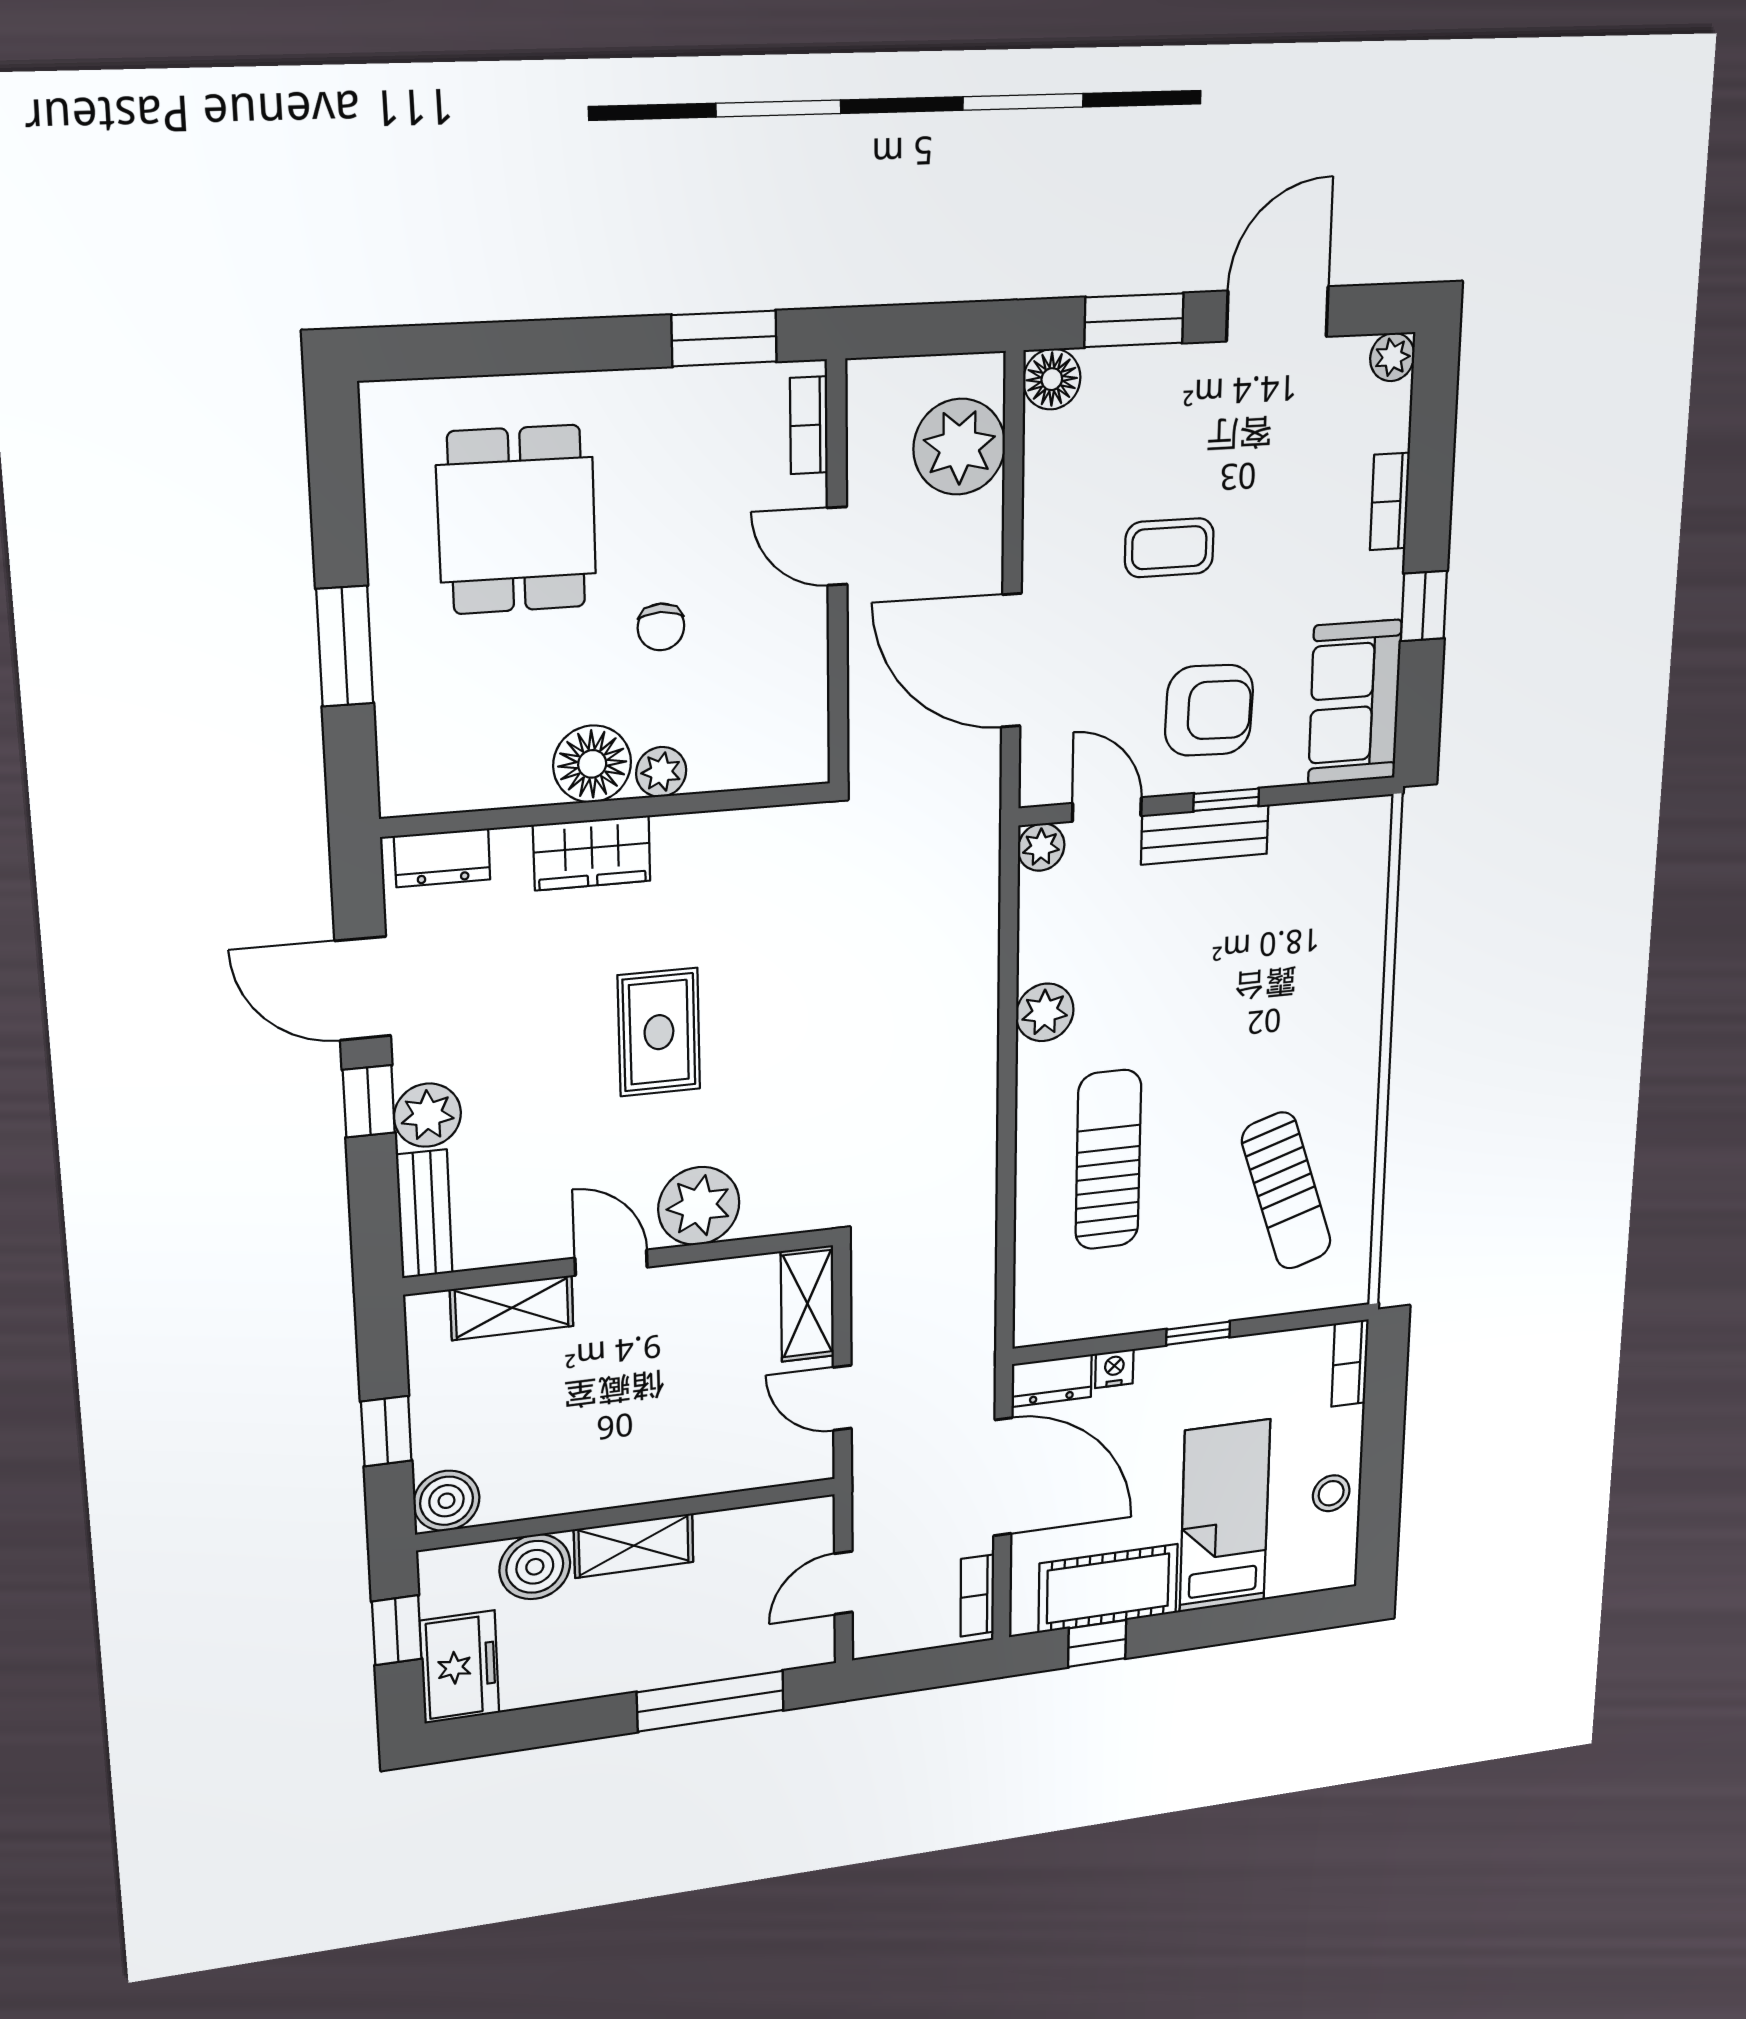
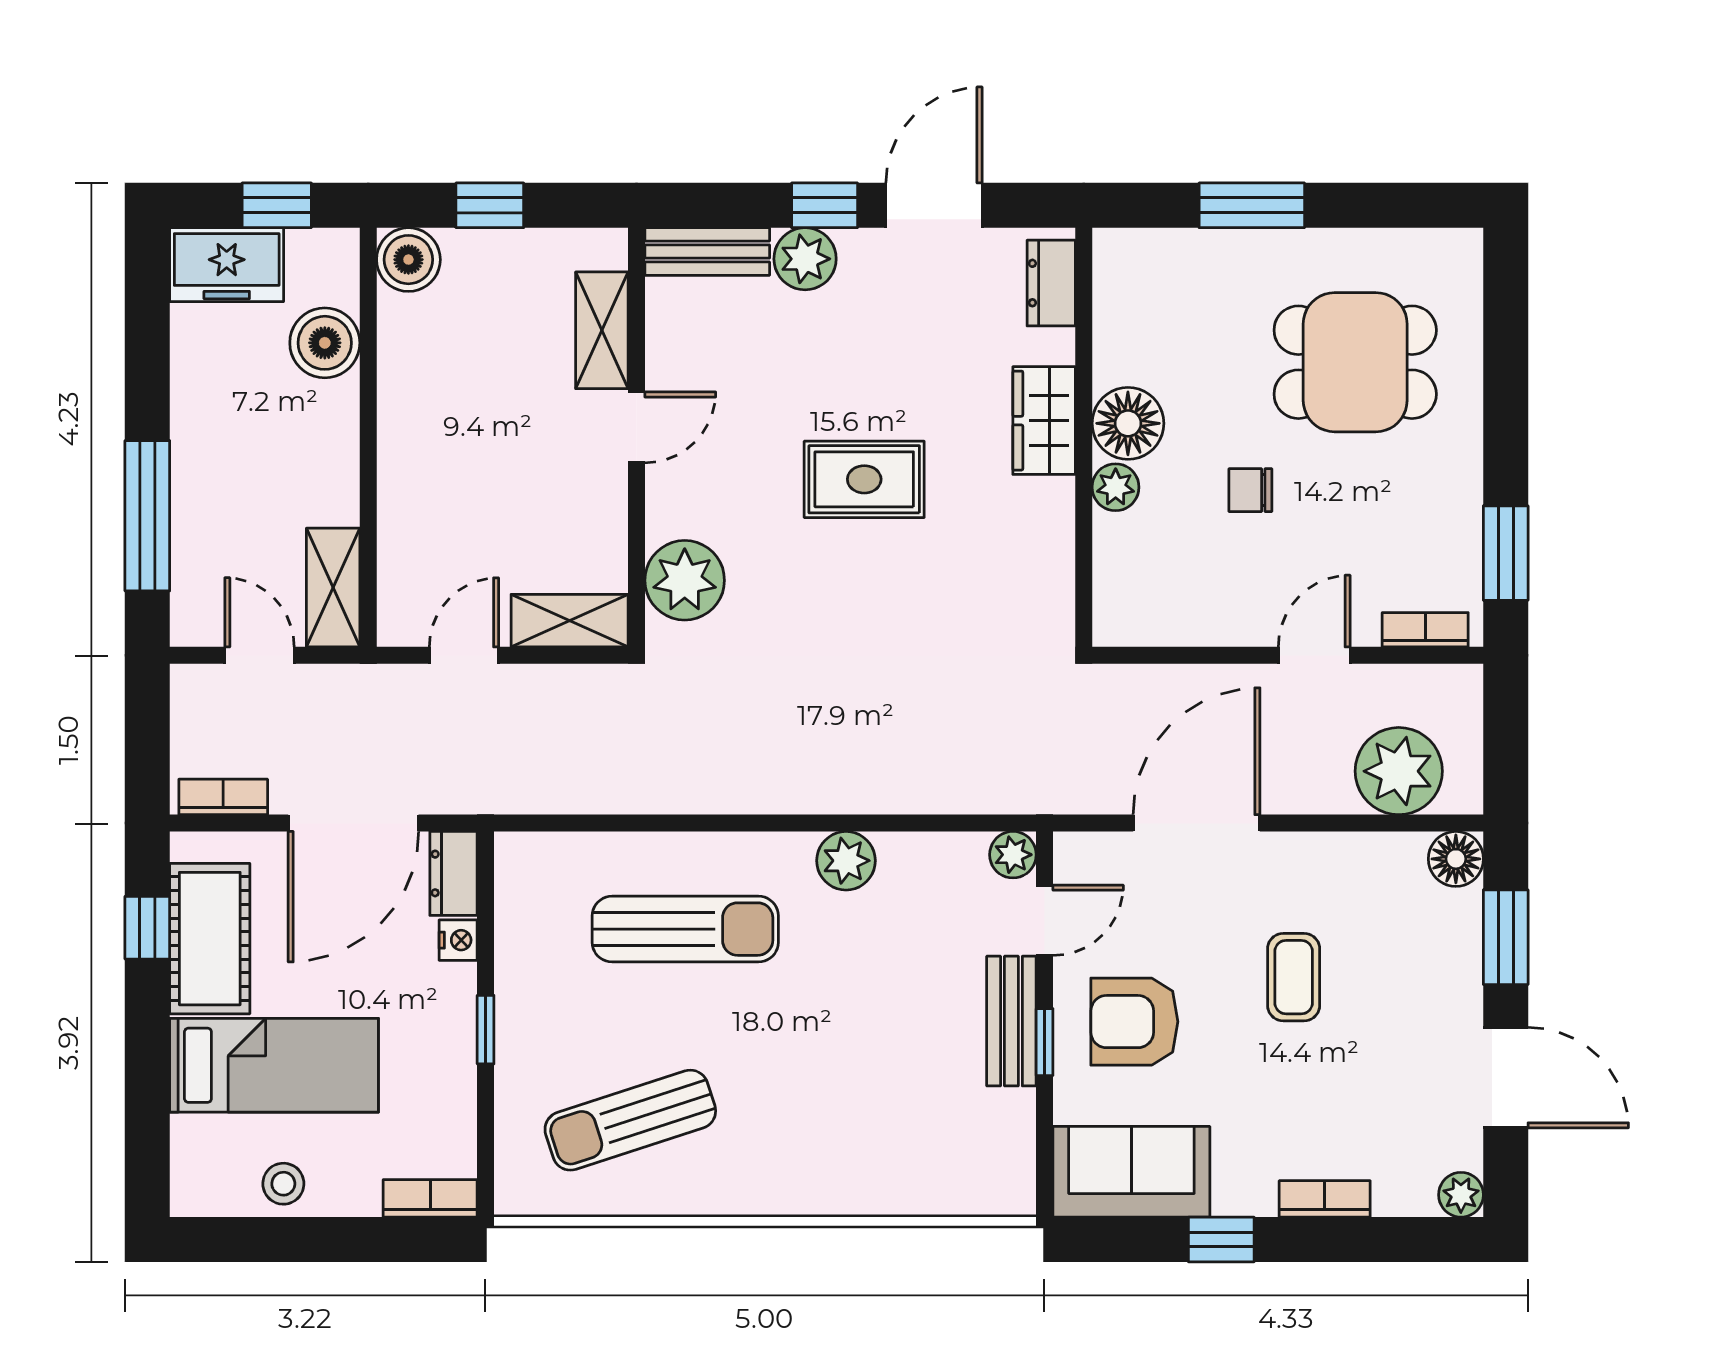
armchair: (1209, 710) -> (1134, 1022), turned 88
plant: (699, 1206) -> (685, 580), moved
shelving: (634, 1546) -> (333, 588), moved

